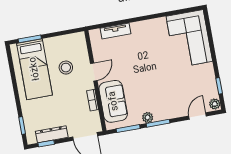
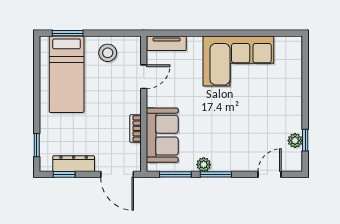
tv unit: (115, 31) -> (167, 43), moved
corner sofa: (189, 39) -> (238, 61), moved, turned -90
stool: (66, 68) -> (108, 53), moved
door: (94, 72) -> (144, 77), moved
plant: (215, 104) -> (295, 141), moved

